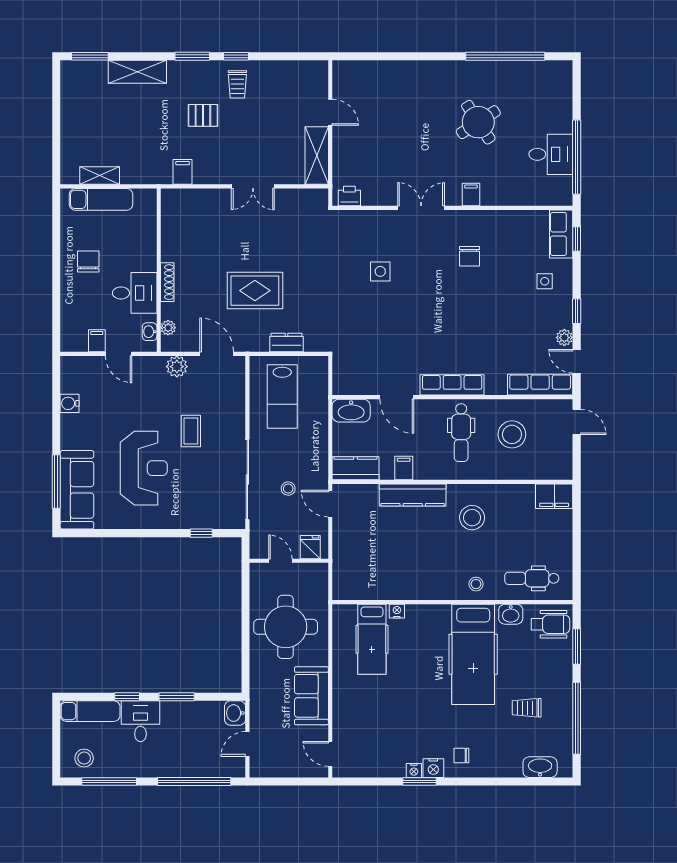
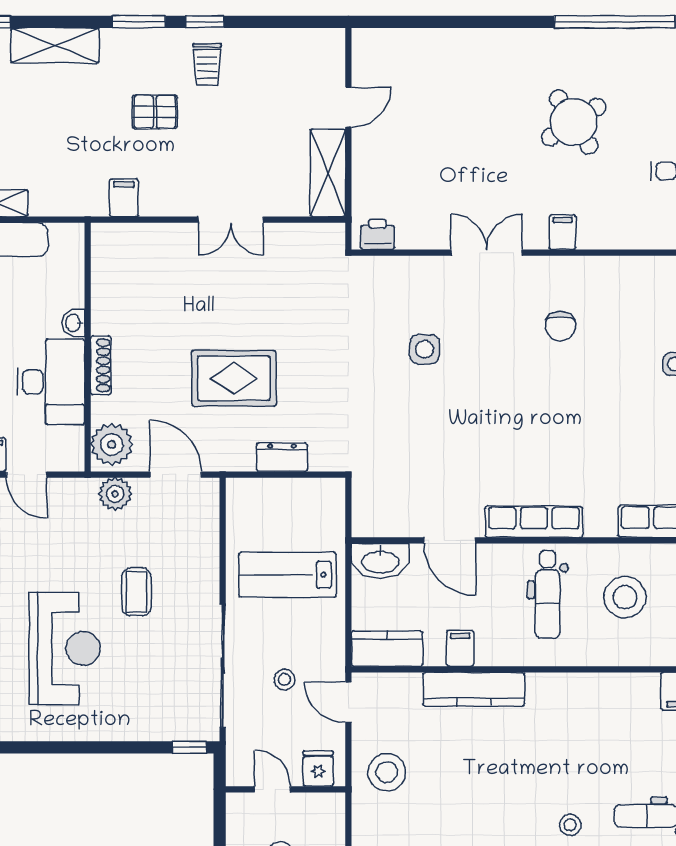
door: (330, 112) -> (348, 107), hinge flipped
desk: (135, 293) -> (51, 382), width x1.37
plant: (168, 328) -> (112, 445), width x1.88, depth x1.88
washbasin: (150, 332) -> (74, 323), moved
lab bench: (282, 396) -> (287, 575), moved, turned 90
stool: (472, 518) -> (387, 772), moved
window: (201, 533) -> (190, 747), moved

